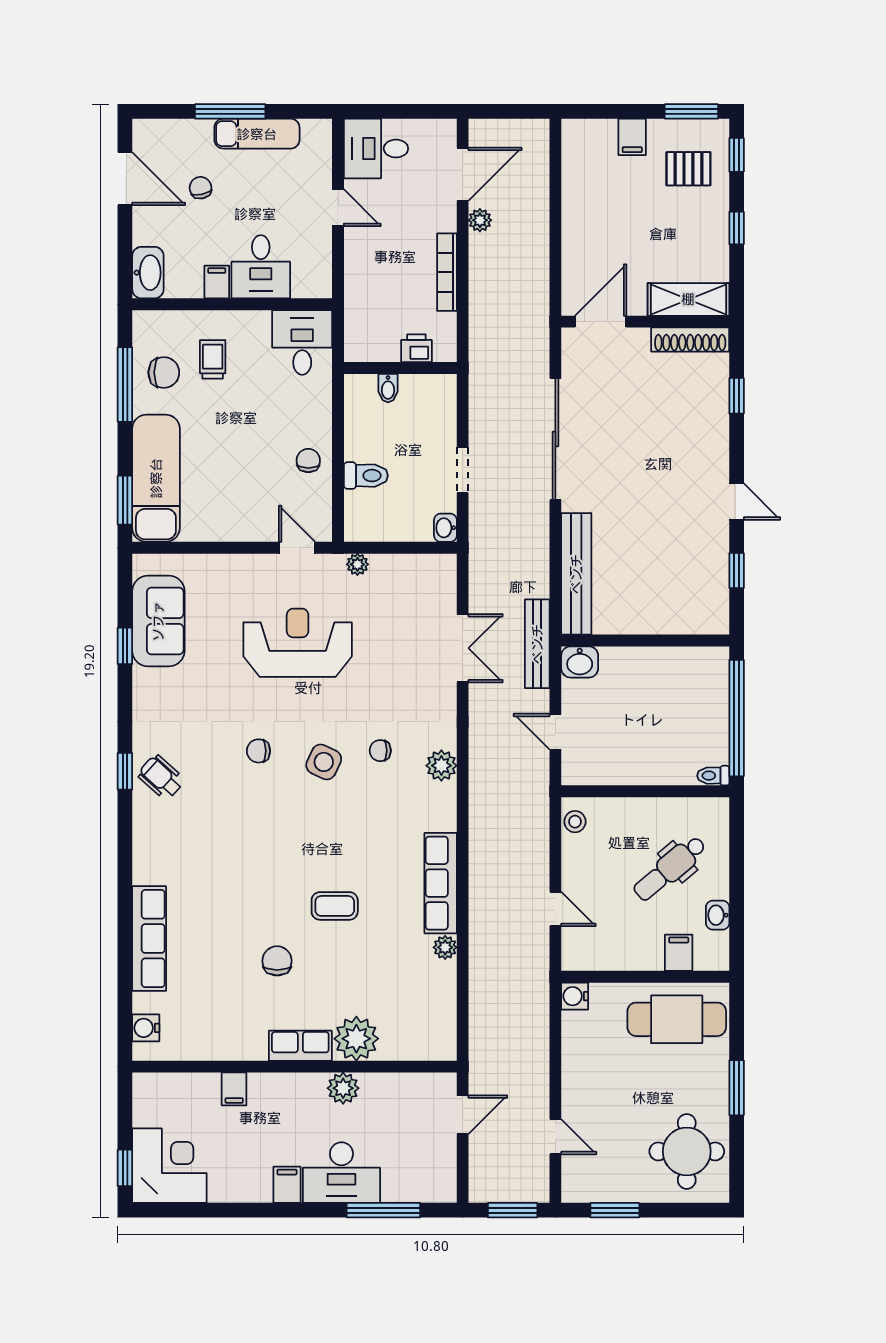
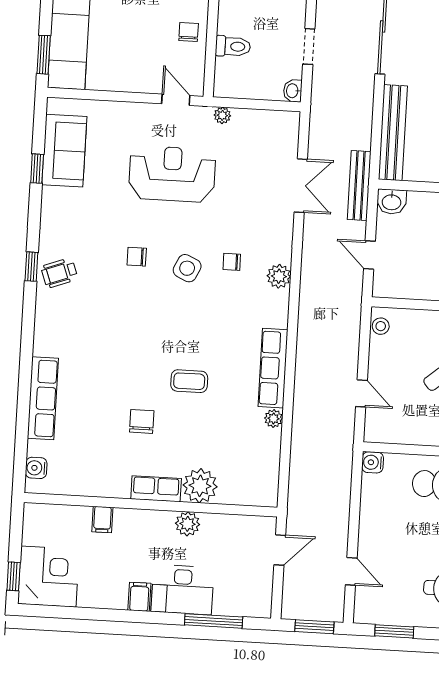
wheelchair: (161, 777) -> (59, 273), turned -62

